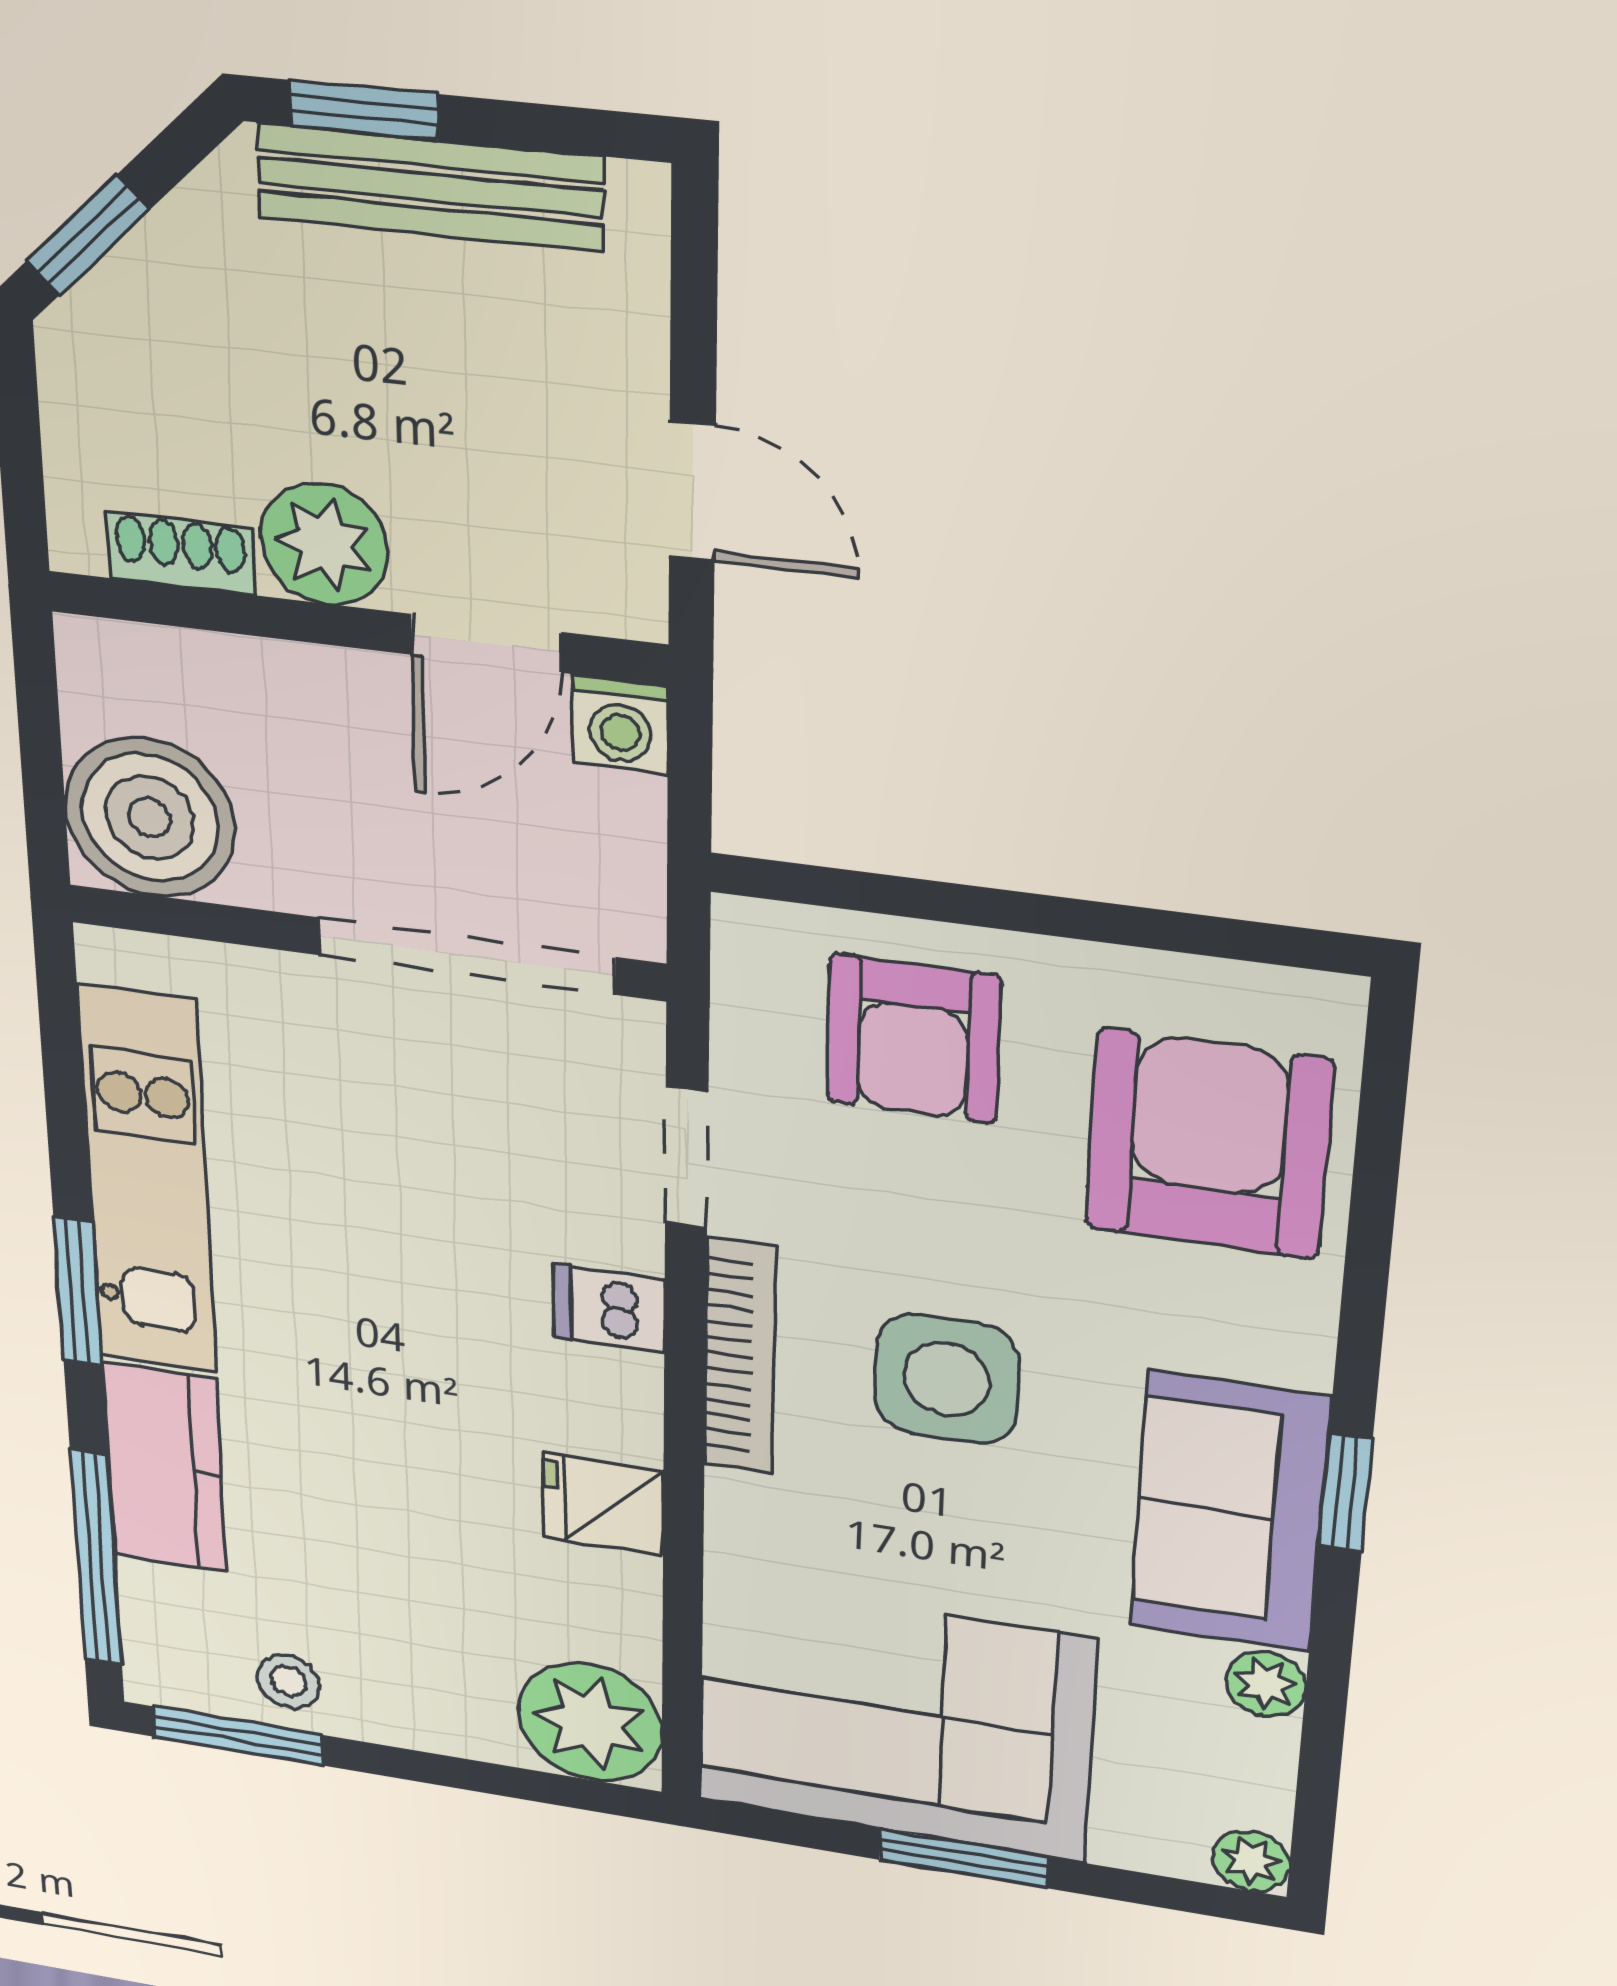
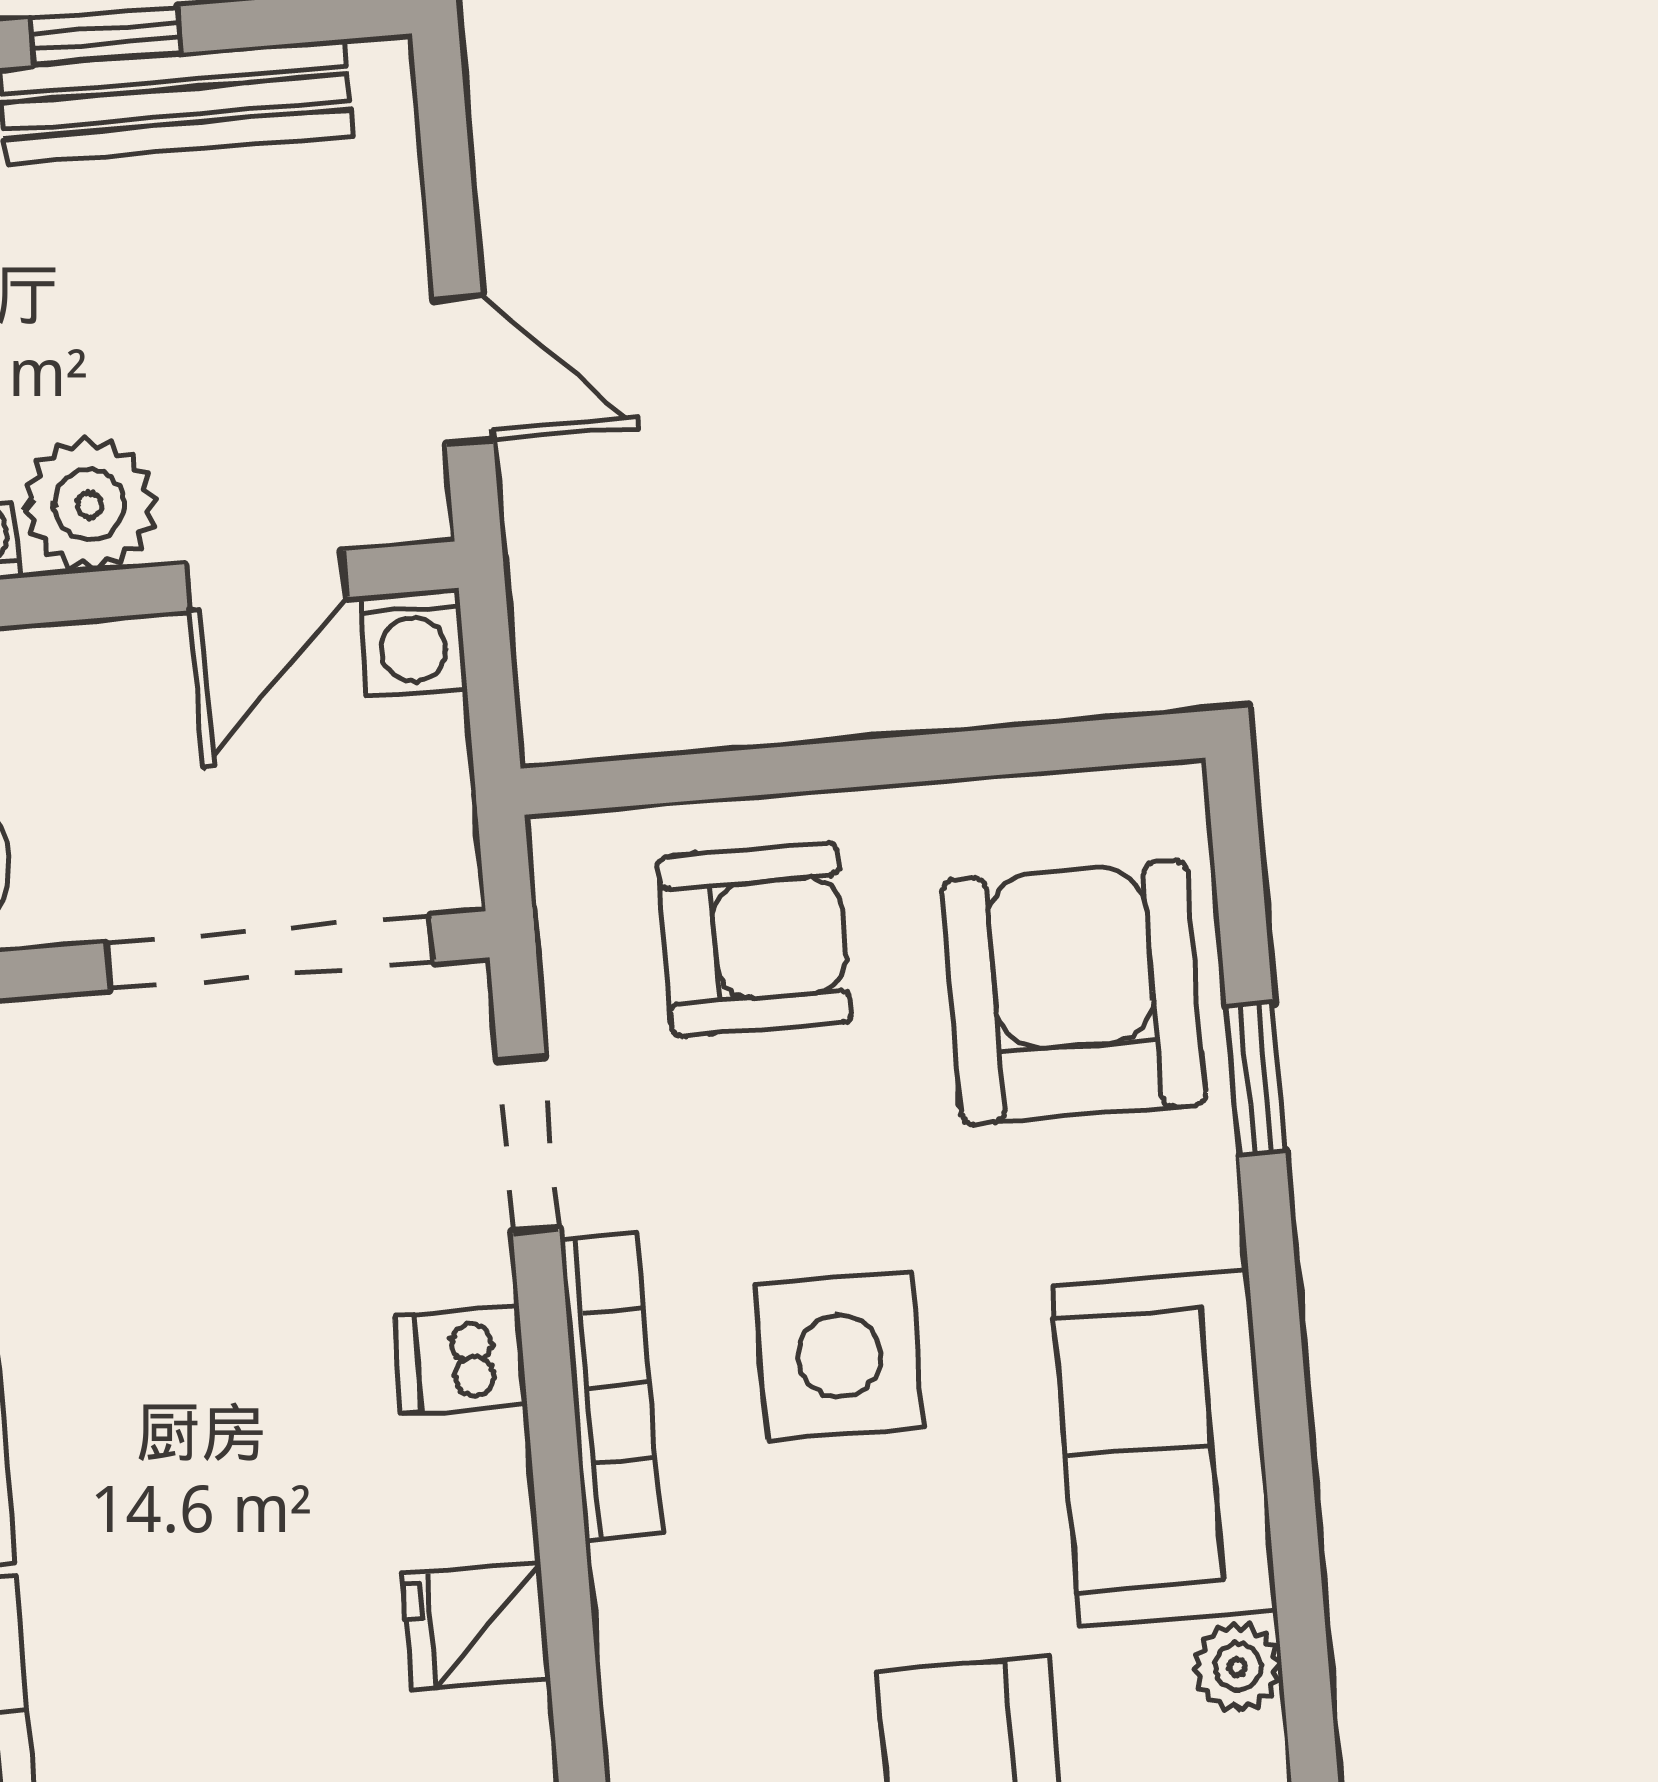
armchair: (914, 1039) -> (754, 940), turned -90
window: (1346, 1492) -> (1256, 1079), moved

